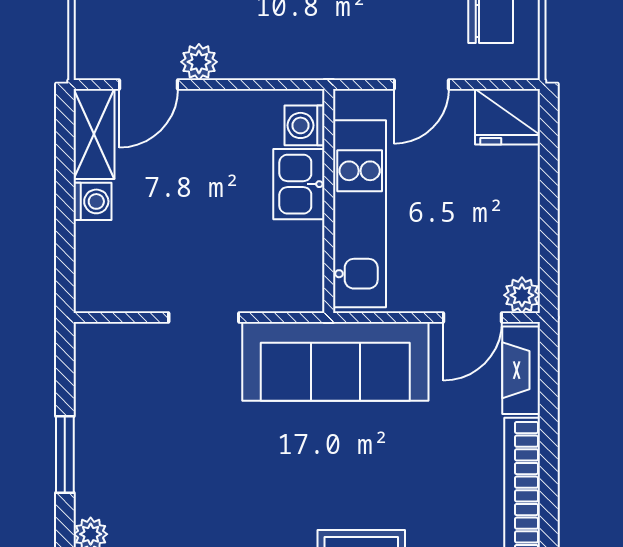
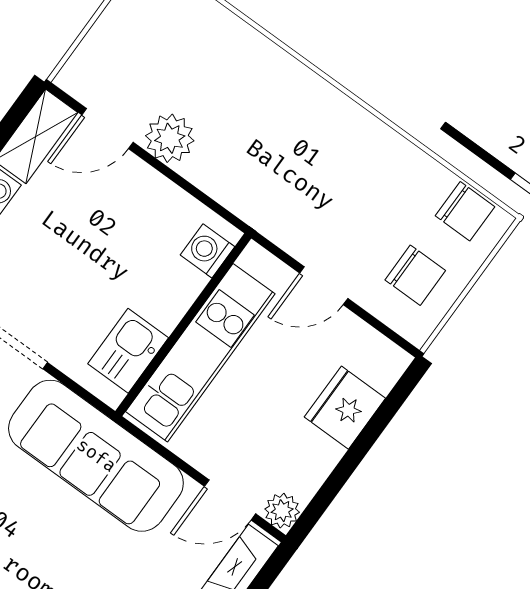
plant: (199, 62) -> (170, 138), width x1.38, depth x1.38
fridge: (508, 117) -> (345, 408), moved, turned 90
kitchen sink: (299, 184) -> (128, 351), moved

